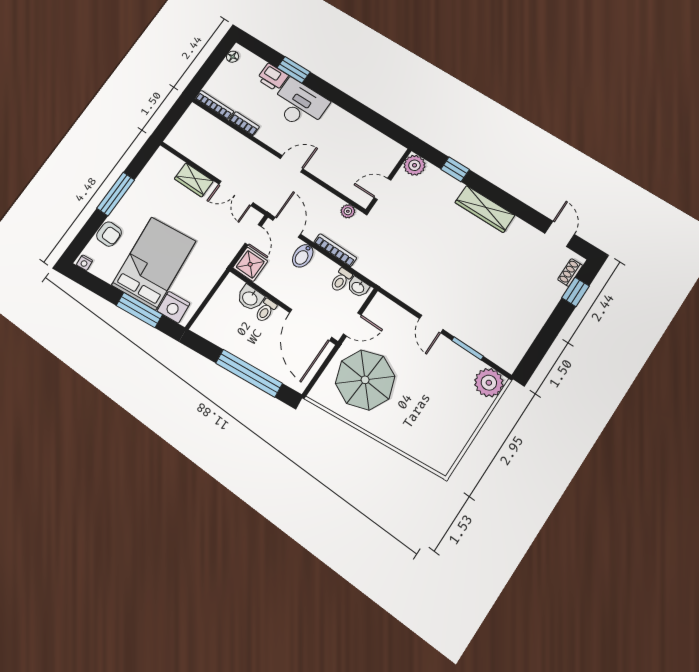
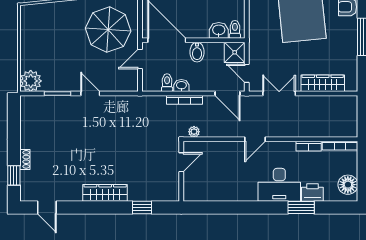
floor lamp: (233, 57) -> (348, 185), width x1.89, depth x1.89
plant: (414, 165) -> (171, 193), removed
wardrobe: (194, 180) -> (323, 83), width x1.50
bidet: (303, 256) -> (197, 52), moved, turned 180
shoe rack: (570, 272) -> (25, 159), moved
washbasin: (358, 287) -> (181, 86), moved
toilet: (266, 310) -> (235, 29), moved

